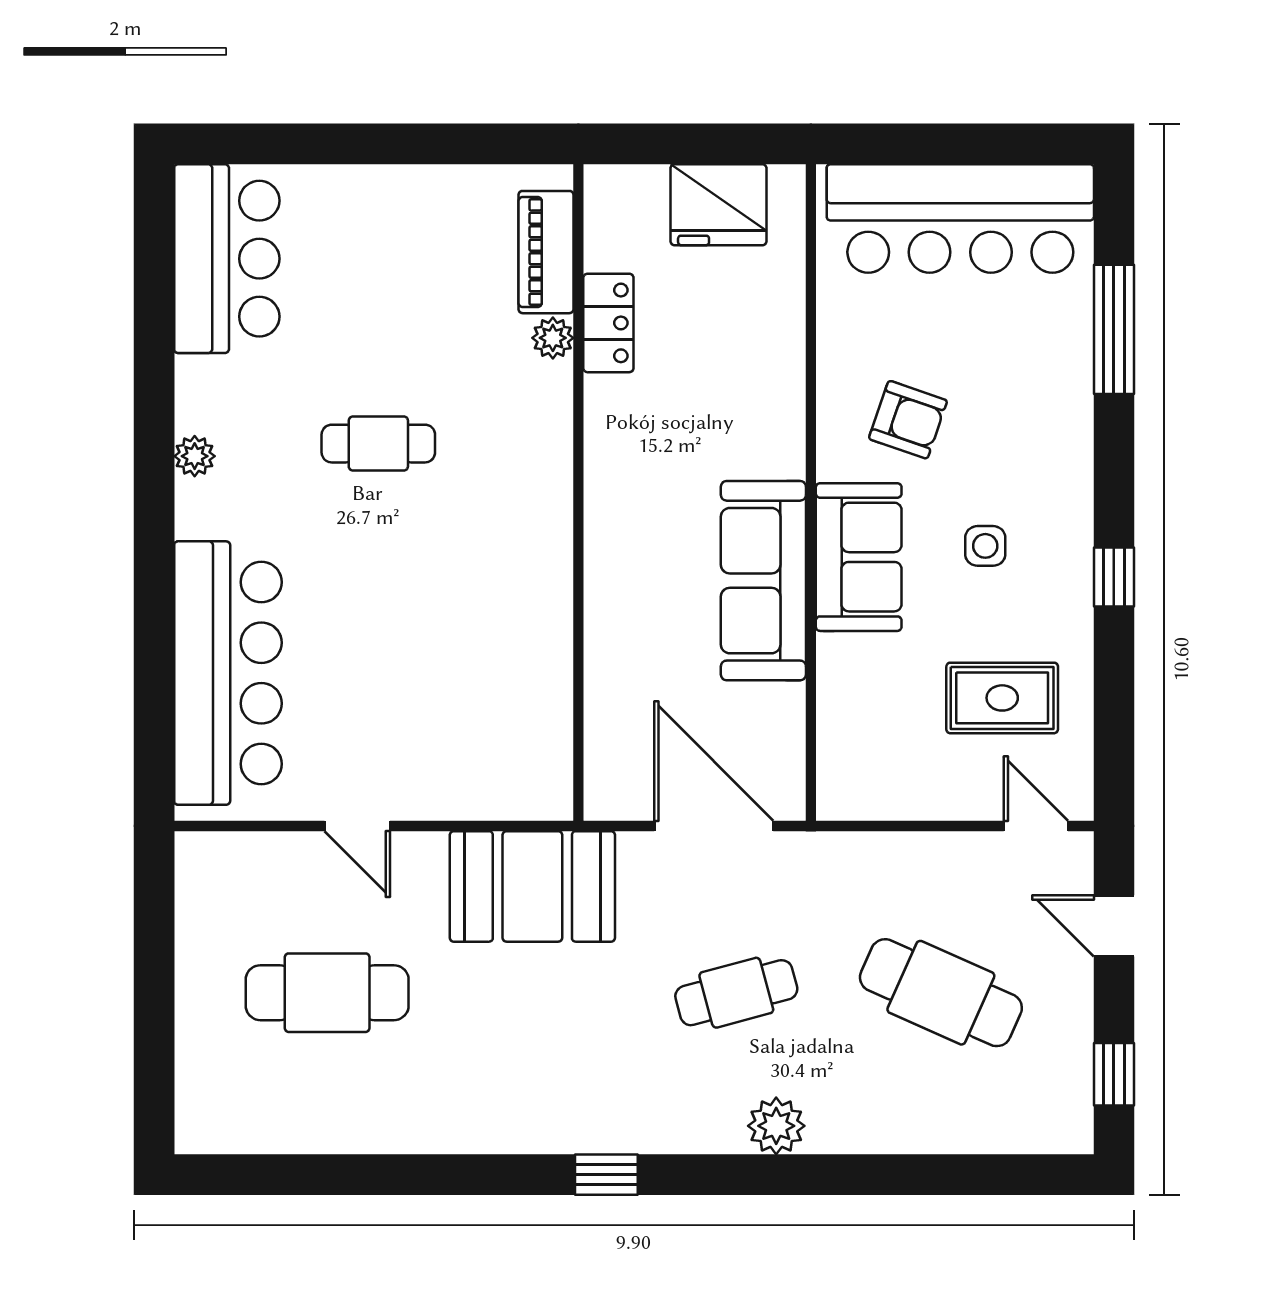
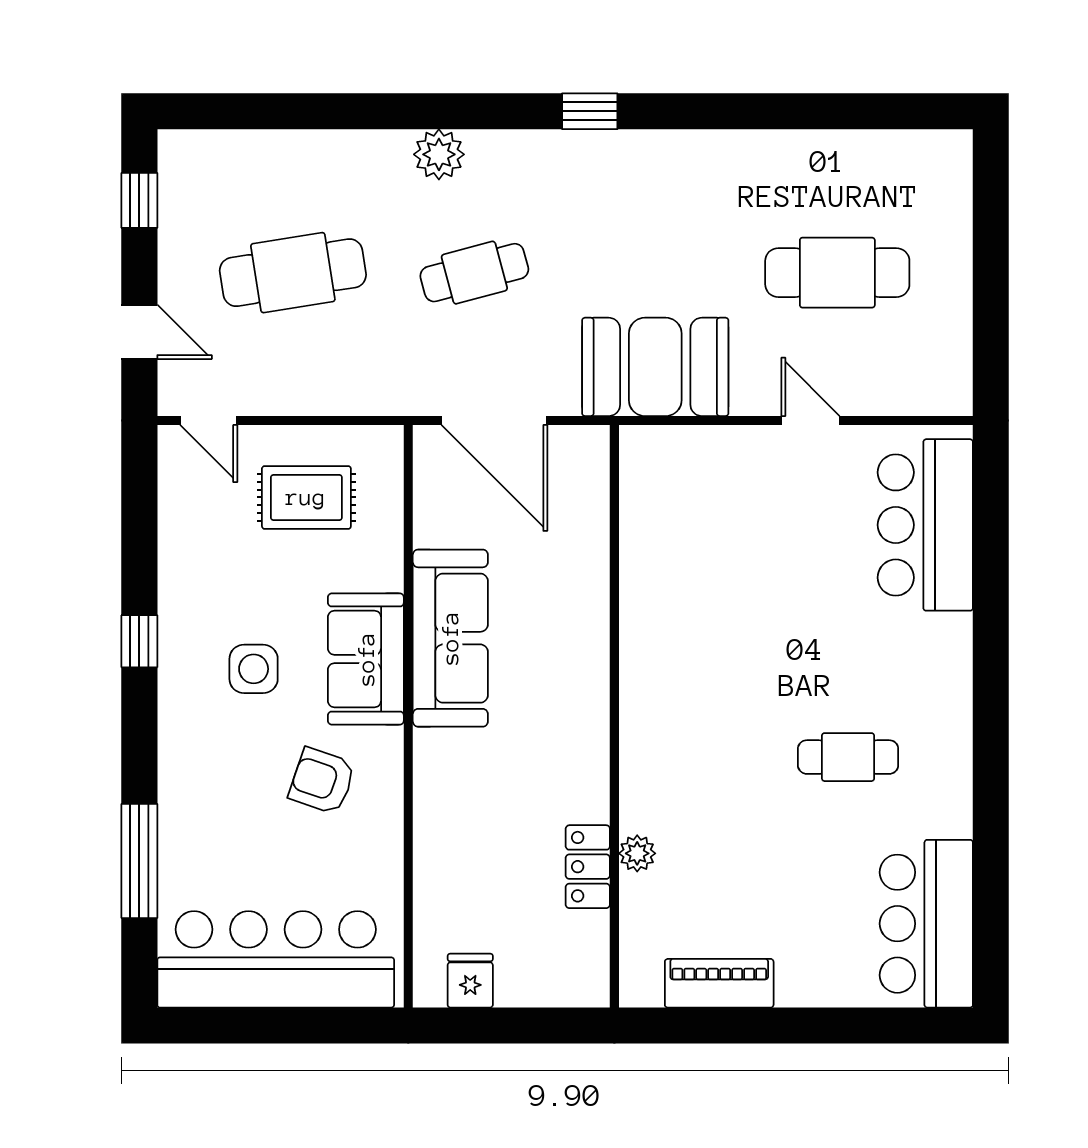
fridge: (718, 205) -> (470, 981), width x0.53, depth x0.75
piano: (546, 252) -> (719, 983), moved, turned -90
cafe table: (378, 444) -> (848, 757), moved
plant: (195, 456) -> (955, 749), removed
side table: (985, 546) -> (254, 669), width x1.37, depth x1.37
bar counter: (228, 673) -> (925, 525), width x0.73
rug: (1002, 698) -> (306, 497), moved
cafe table: (941, 993) -> (293, 273), turned -33

